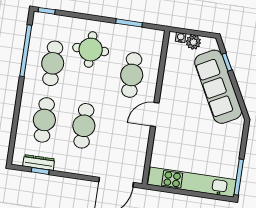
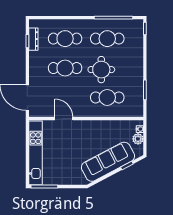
round table: (91, 50) -> (101, 70), moved
door: (155, 115) -> (64, 119), moved

